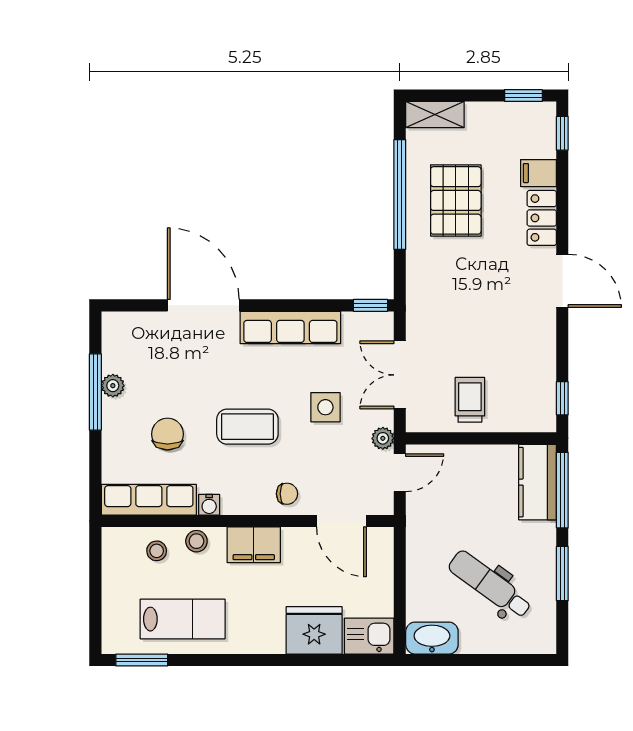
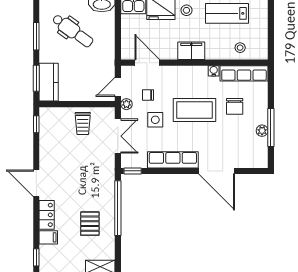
window: (400, 195) -> (118, 208), moved
pallet: (456, 200) -> (90, 224), width x0.67, depth x0.71
coffee table: (247, 427) -> (194, 110), width x1.36, depth x1.32
window: (562, 490) -> (36, 78), width x0.69
chair: (287, 494) -> (148, 95), moved
stool: (196, 541) -> (186, 10), moved

